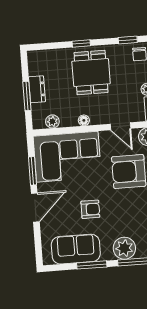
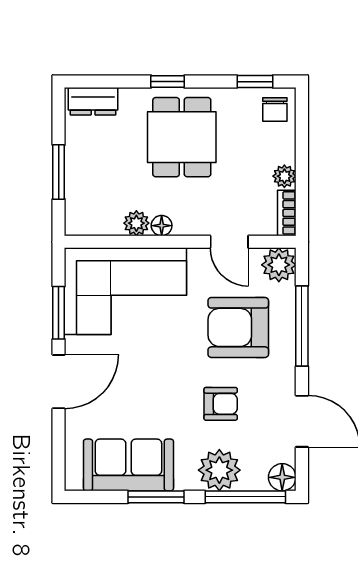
dresser: (37, 89) -> (93, 101), moved, turned 90
plant: (52, 121) -> (136, 223), moved
armchair: (90, 209) -> (221, 404), moved

